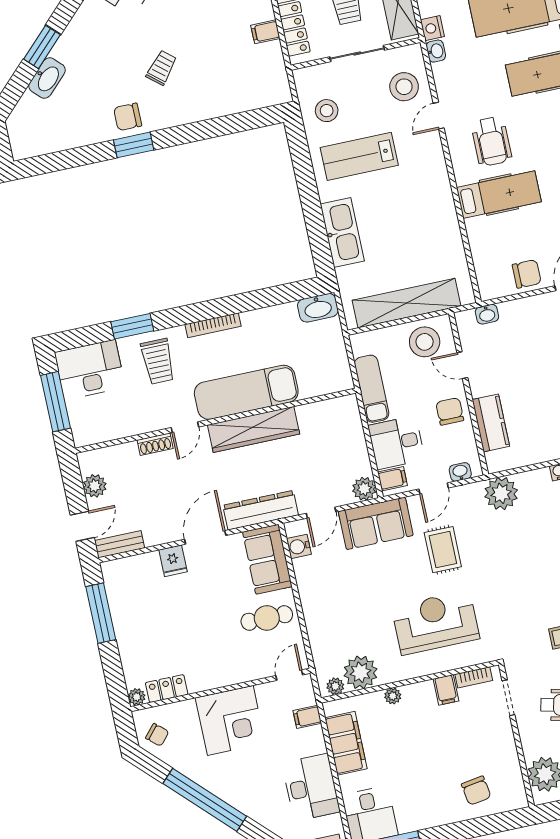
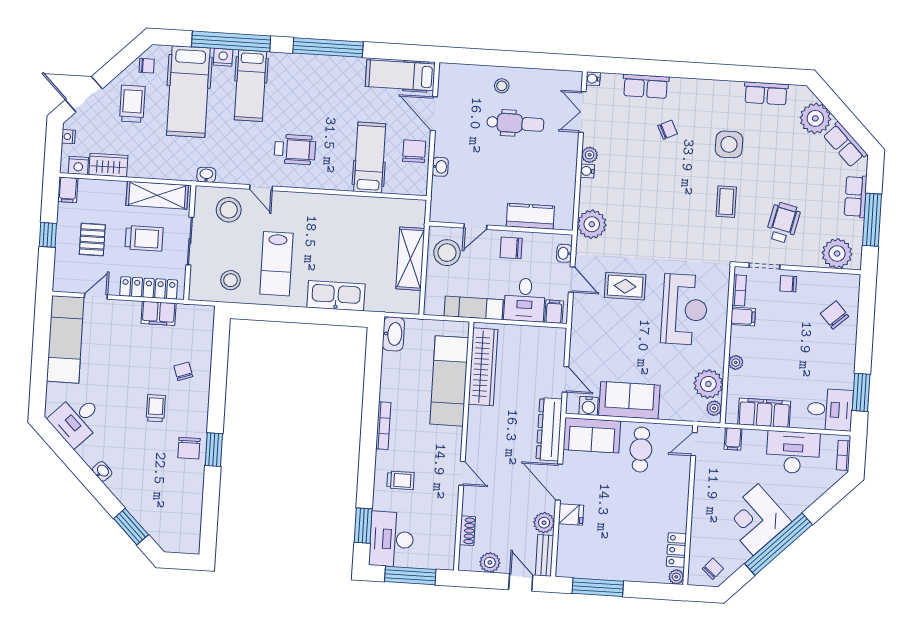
nightstand: (432, 28) -> (186, 172), removed
filing cabinet: (265, 32) -> (159, 313), width x2.00
window: (42, 47) -> (131, 527), moved
trolley: (162, 68) -> (156, 408), turned 50
washbasin: (47, 78) -> (102, 471), moved, width x0.52, depth x0.69
chair: (211, 87) -> (183, 371), added
hospital bed: (499, 195) -> (370, 158), moved
shelving: (406, 303) -> (410, 259), width x0.68
washbasin: (487, 314) -> (440, 167), moved
window: (132, 326) -> (363, 526), moved
trolley: (158, 361) -> (400, 480), width x0.73, depth x0.72
exam couch: (246, 392) -> (449, 381), moved
wardrobe: (254, 429) -> (483, 367), moved
shoe rack: (155, 444) -> (467, 531), moved
plant: (364, 489) -> (544, 523), moved
sofa: (376, 523) -> (629, 400), moved, turned -90
reception desk: (436, 623) -> (684, 309), turned 180
door: (289, 675) -> (694, 444), hinge flipped
corner desk: (230, 720) -> (756, 520), moved, turned -135
chair: (496, 730) -> (788, 284), added
chair: (476, 791) -> (834, 315), turned -123

